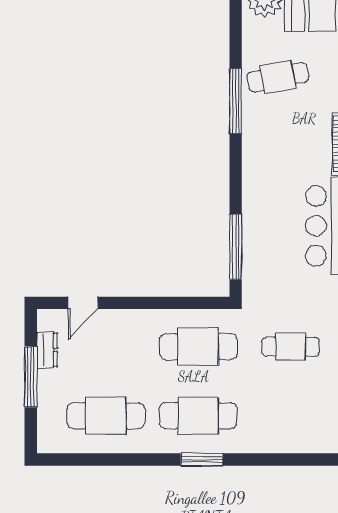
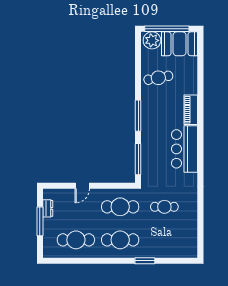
window: (236, 101) -> (138, 116), moved
door: (83, 303) -> (82, 186), moved
window: (202, 459) -> (145, 261), moved

